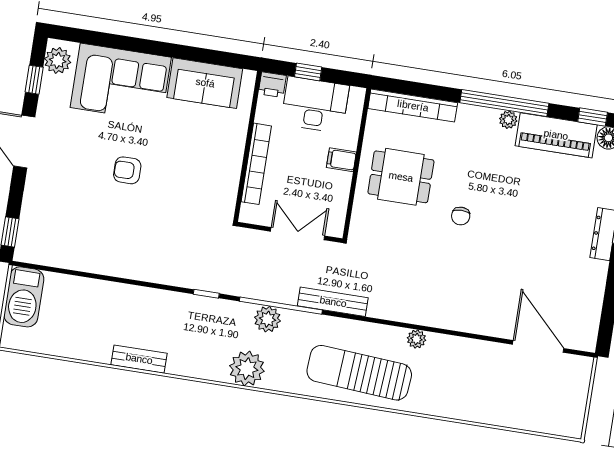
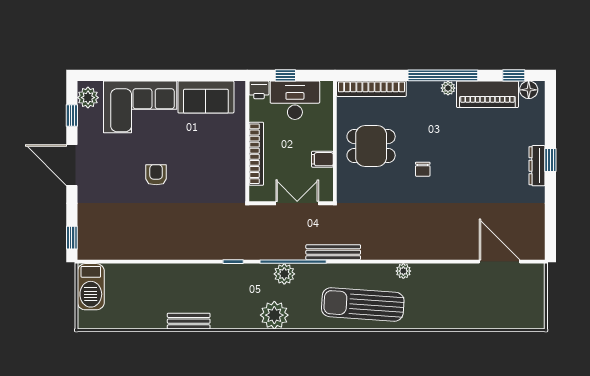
filing cabinet: (341, 160) -> (322, 159), moved
armchair: (127, 170) -> (156, 175), turned 90

